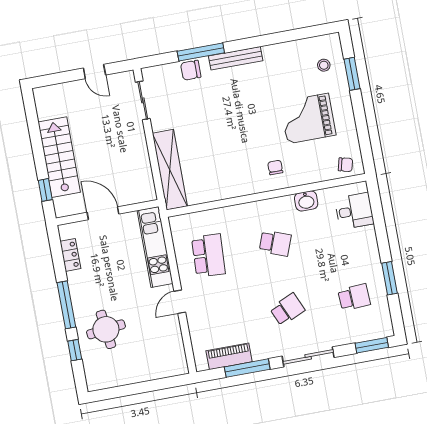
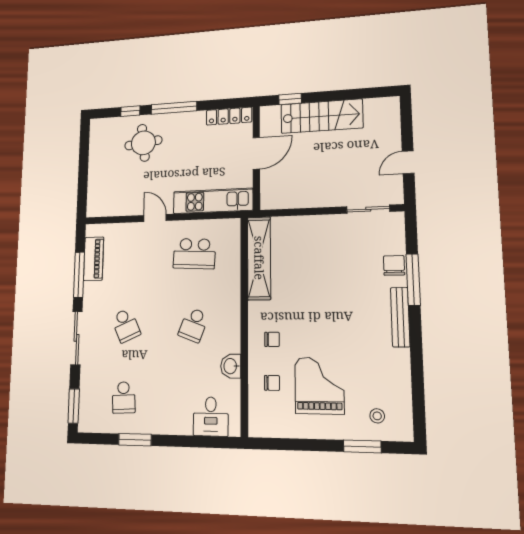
chair: (345, 165) -> (272, 383), moved, turned -104
shelving: (170, 170) -> (259, 258), moved, turned 90
locker: (70, 255) -> (229, 116), width x1.53

